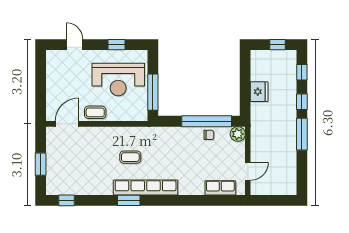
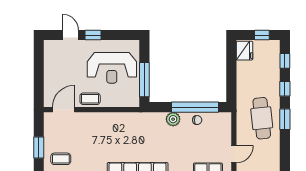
window: (117, 45) -> (93, 35), moved
fridge: (259, 92) -> (245, 51), moved
cafe table: (277, 133) -> (262, 118), added
plant: (238, 134) -> (173, 119), moved
window: (302, 134) -> (285, 119), width x0.69
coffee table: (130, 157) -> (61, 159), moved

